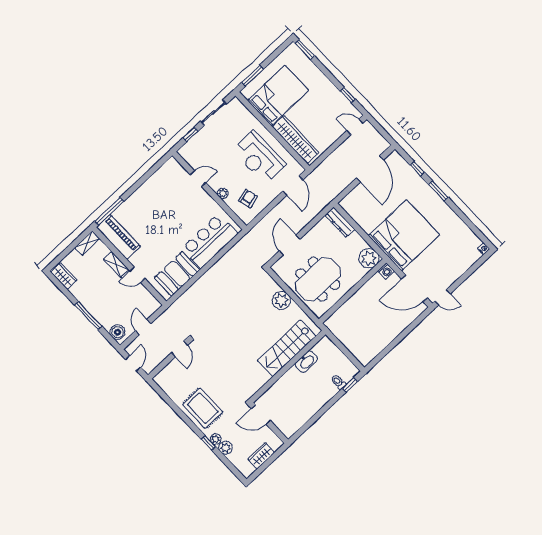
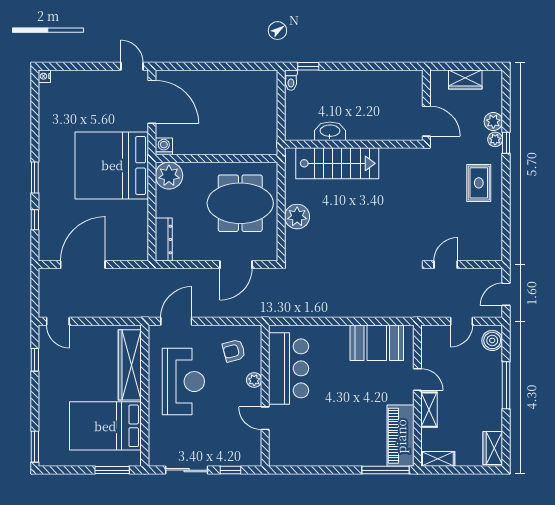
bar counter: (209, 241) -> (289, 368), moved, turned -90
toilet: (338, 382) -> (291, 80), moved
rug: (203, 408) -> (479, 183), width x0.73, depth x0.70

